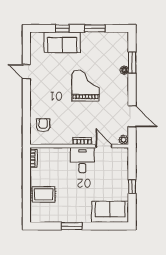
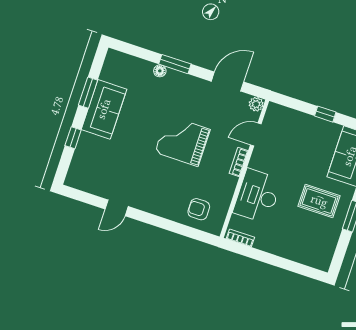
sofa: (62, 42) -> (104, 109), moved
window: (132, 63) -> (175, 64), moved
grand piano: (85, 85) -> (182, 141), moved
desk: (82, 160) -> (257, 196), moved, width x1.37
rug: (44, 194) -> (319, 201), moved, turned 90

